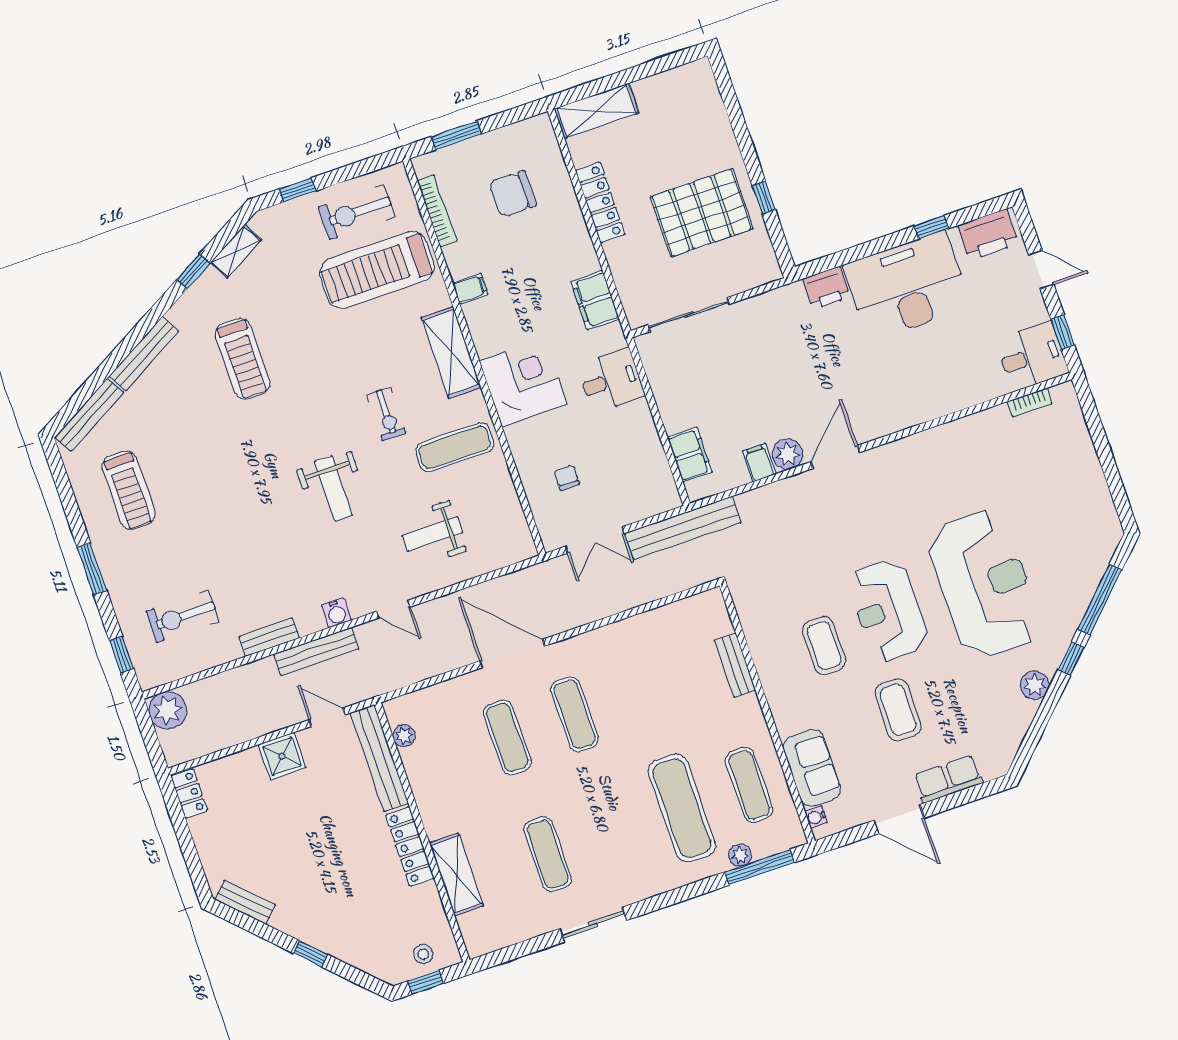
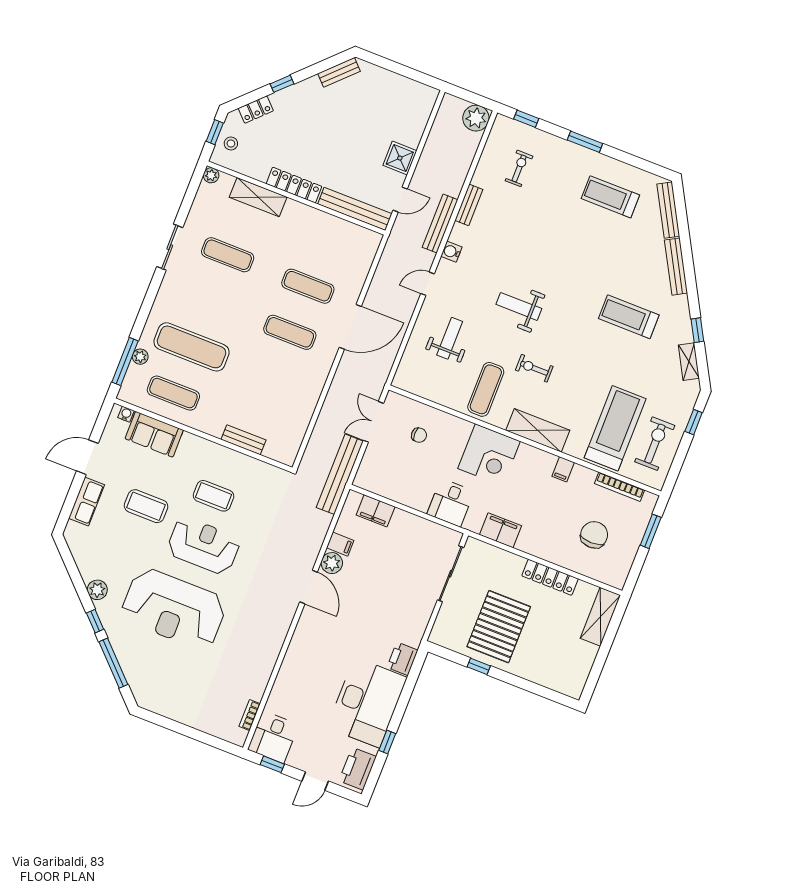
exercise bike: (183, 616) -> (519, 168), width x0.73, depth x0.72
plant: (404, 736) -> (211, 175), moved
locker: (189, 793) -> (256, 110), moved, turned -45

